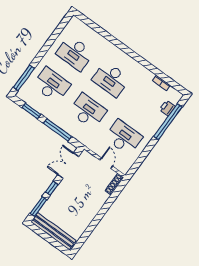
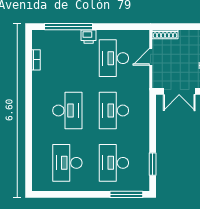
desk: (75, 53) -> (67, 163), turned 180
printer: (167, 108) -> (89, 37), moved
window: (57, 130) -> (153, 126), removed

